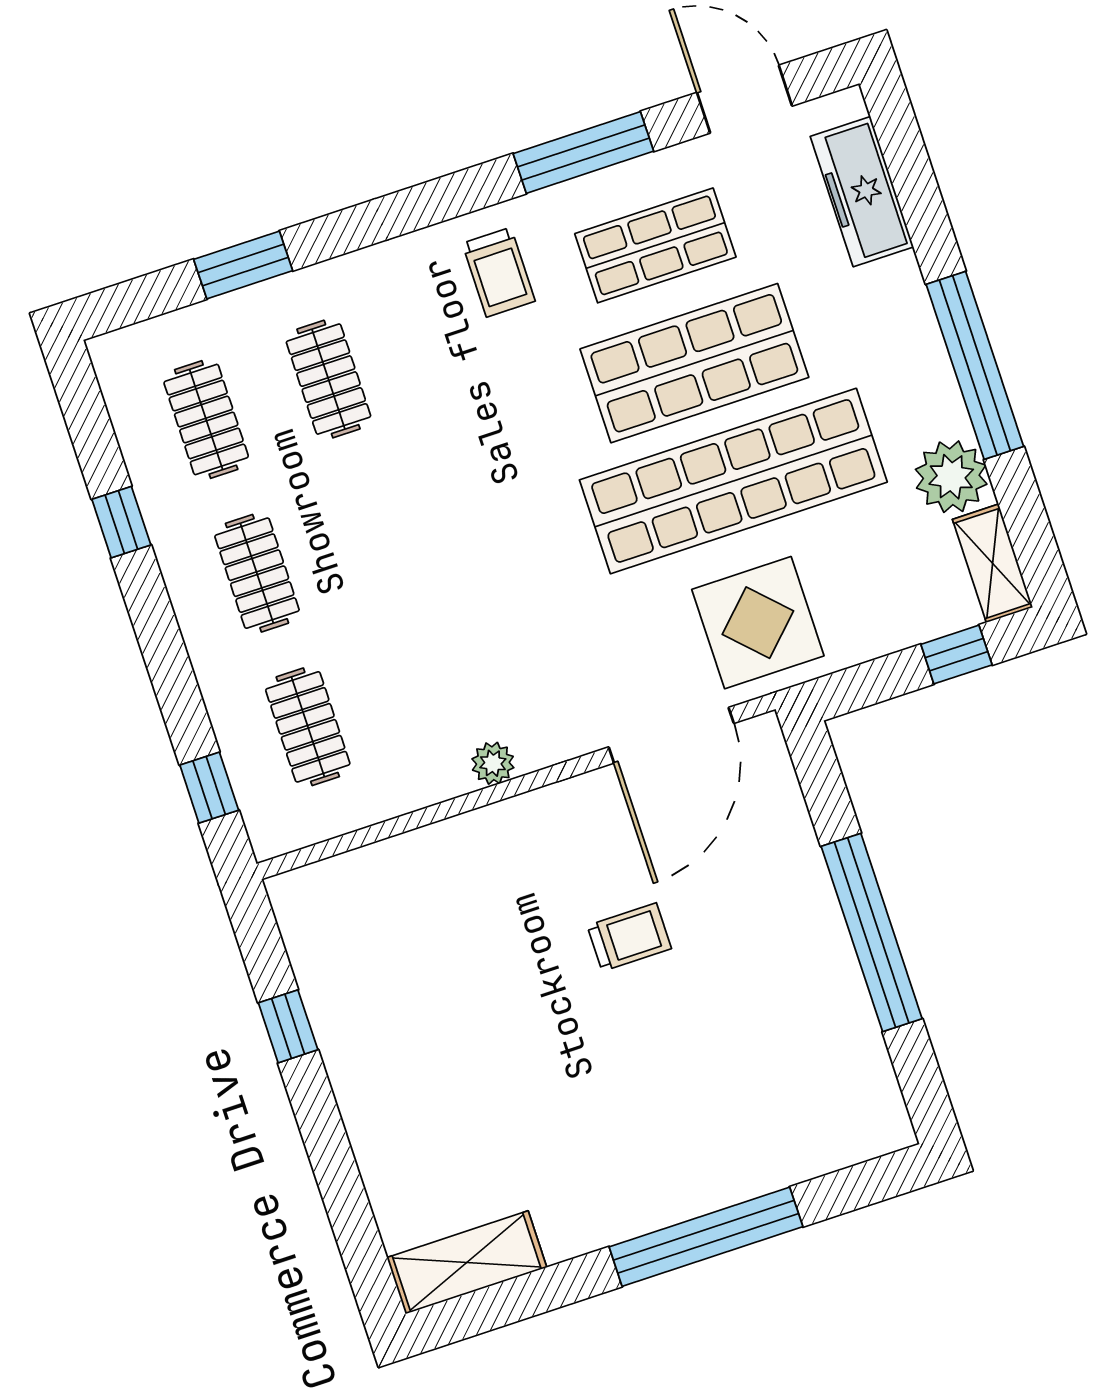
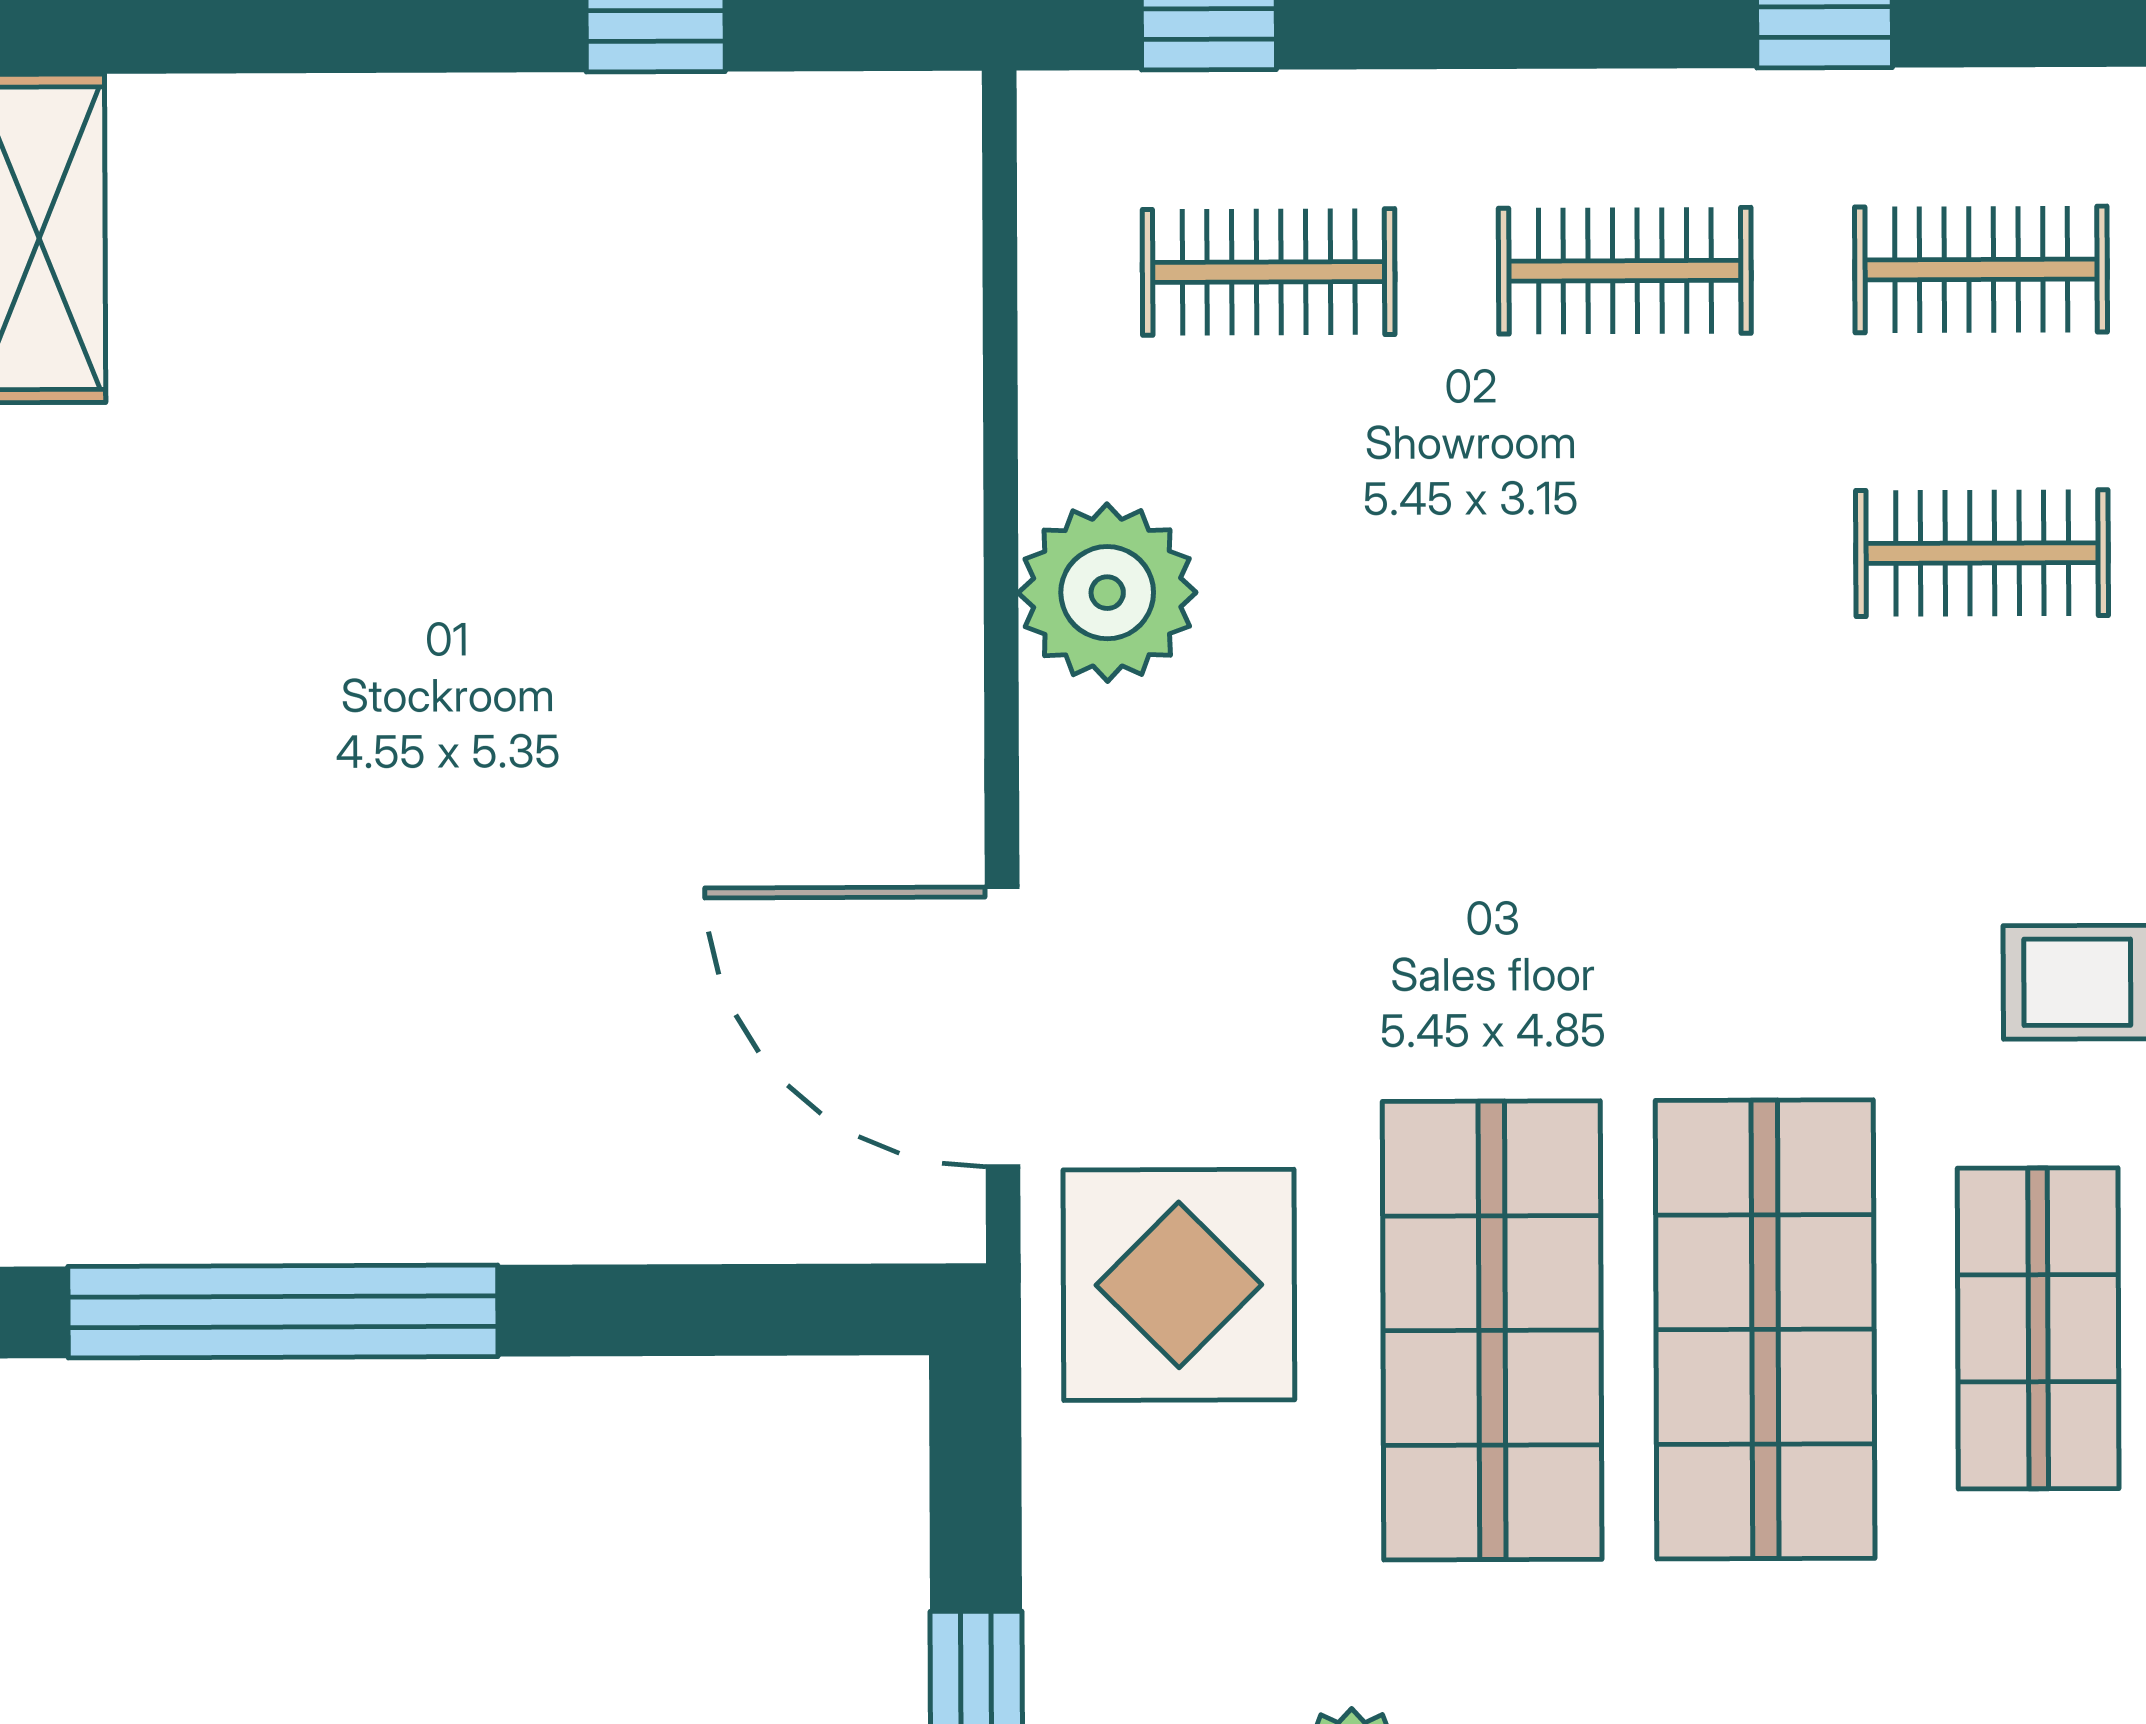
shop shelf: (733, 481) -> (1492, 1330), width x0.71
plant: (493, 763) -> (1107, 593), width x1.88, depth x1.88
window: (872, 933) -> (283, 1312), moved
trolley: (629, 937) -> (609, 801), removed

